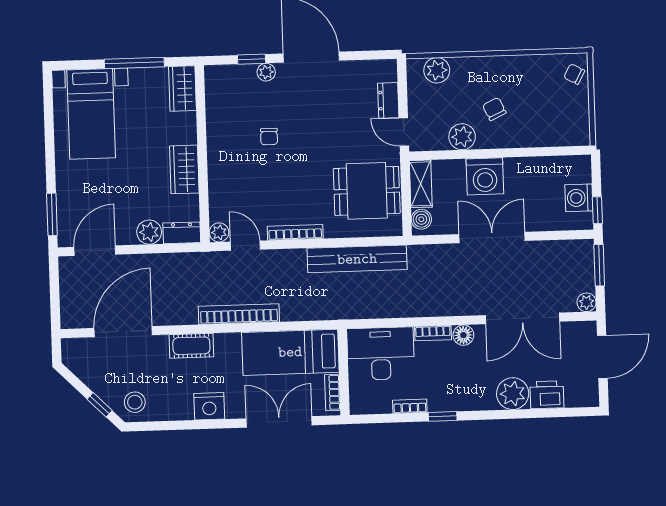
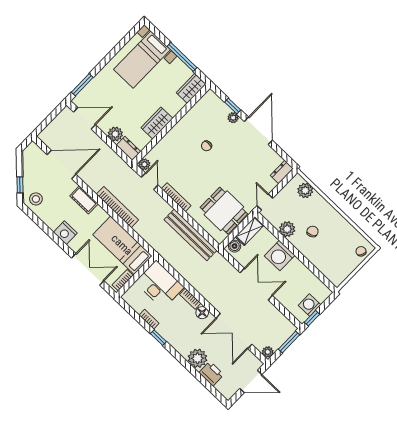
dresser: (388, 100) -> (282, 172), moved

